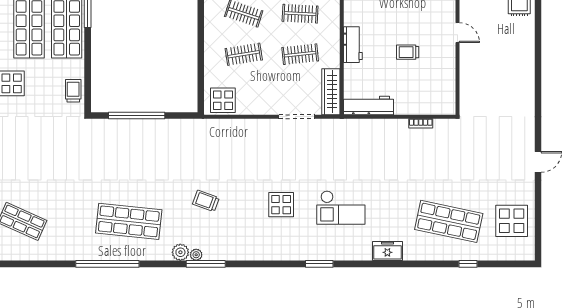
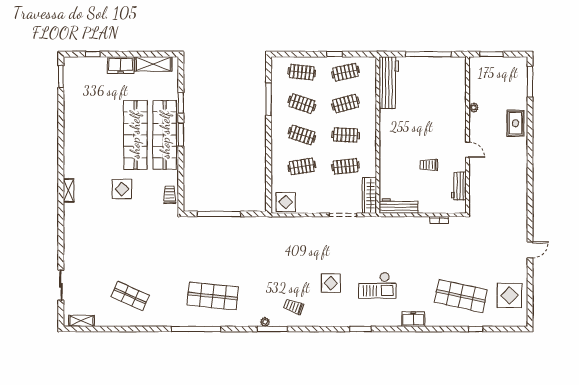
workbench: (353, 45) -> (459, 186), moved, turned 180
trolley: (206, 201) -> (293, 307), moved
plant: (180, 252) -> (253, 320), removed

